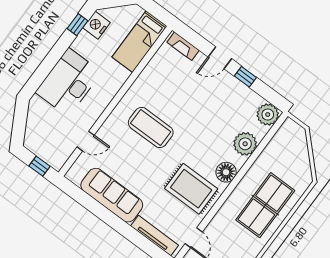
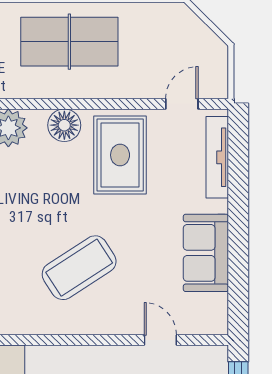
coffee table: (151, 128) -> (79, 268), turned 57
sofa: (112, 195) -> (206, 253), width x0.73

